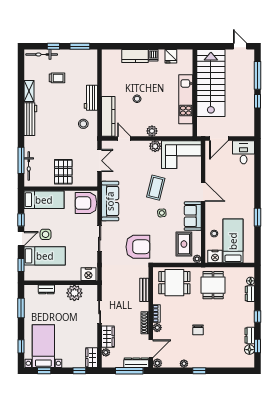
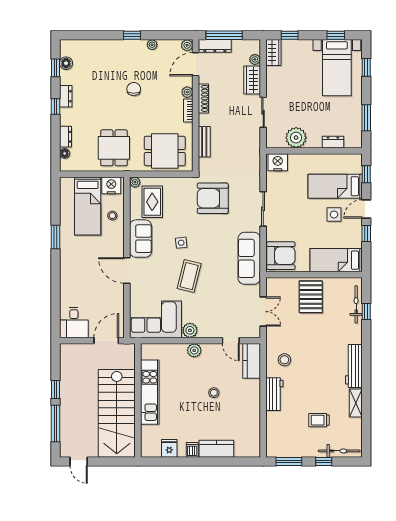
kitchen counter: (108, 116) -> (252, 361), width x0.67
window: (21, 160) -> (366, 312), width x0.46
double door: (100, 161) -> (263, 312), swing flipped
dresser: (250, 335) -> (66, 96), moved

